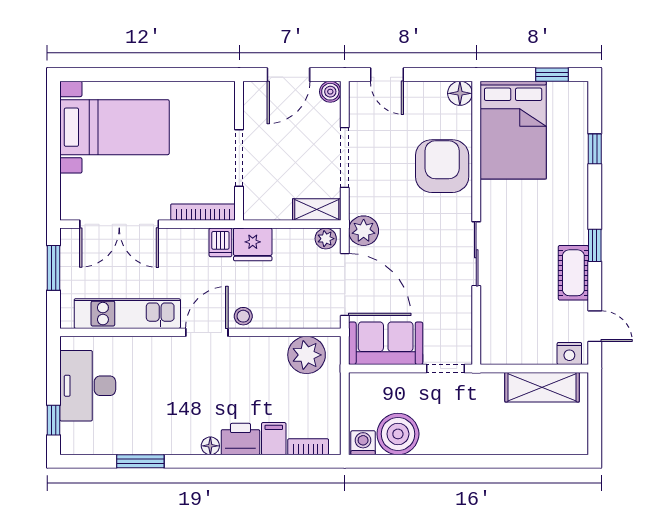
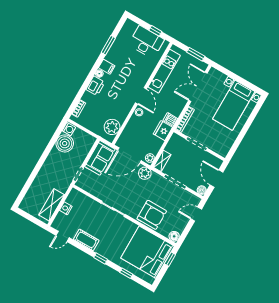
window: (552, 75) -> (170, 259), moved
bed: (513, 130) -> (147, 252), width x1.36
window: (595, 245) -> (101, 258), moved
nightstand: (569, 353) -> (66, 208), moved
window: (54, 420) -> (155, 31), moved
filing cabinet: (274, 439) -> (107, 67), moved

